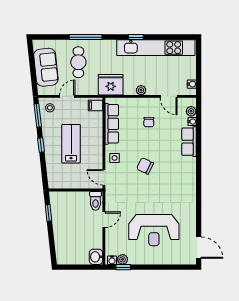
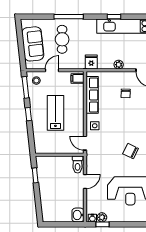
fridge: (111, 85) -> (91, 62), width x0.53, depth x0.75
chair: (145, 166) -> (131, 151), moved

